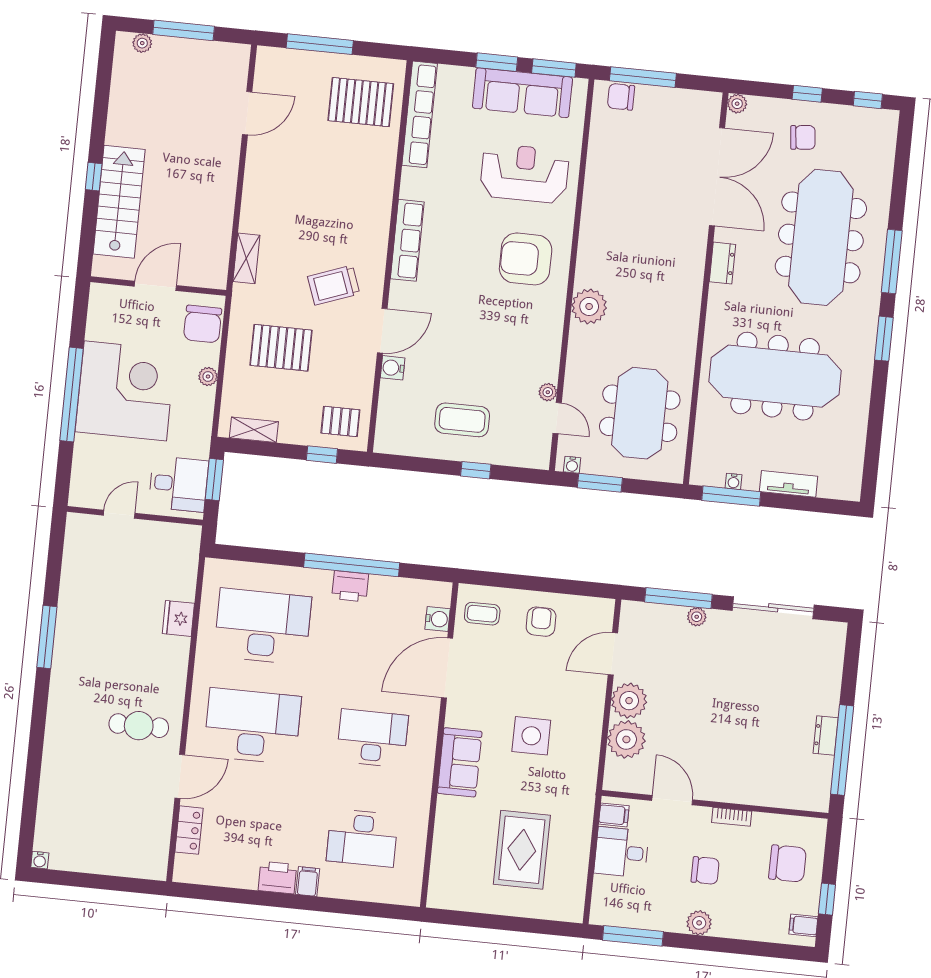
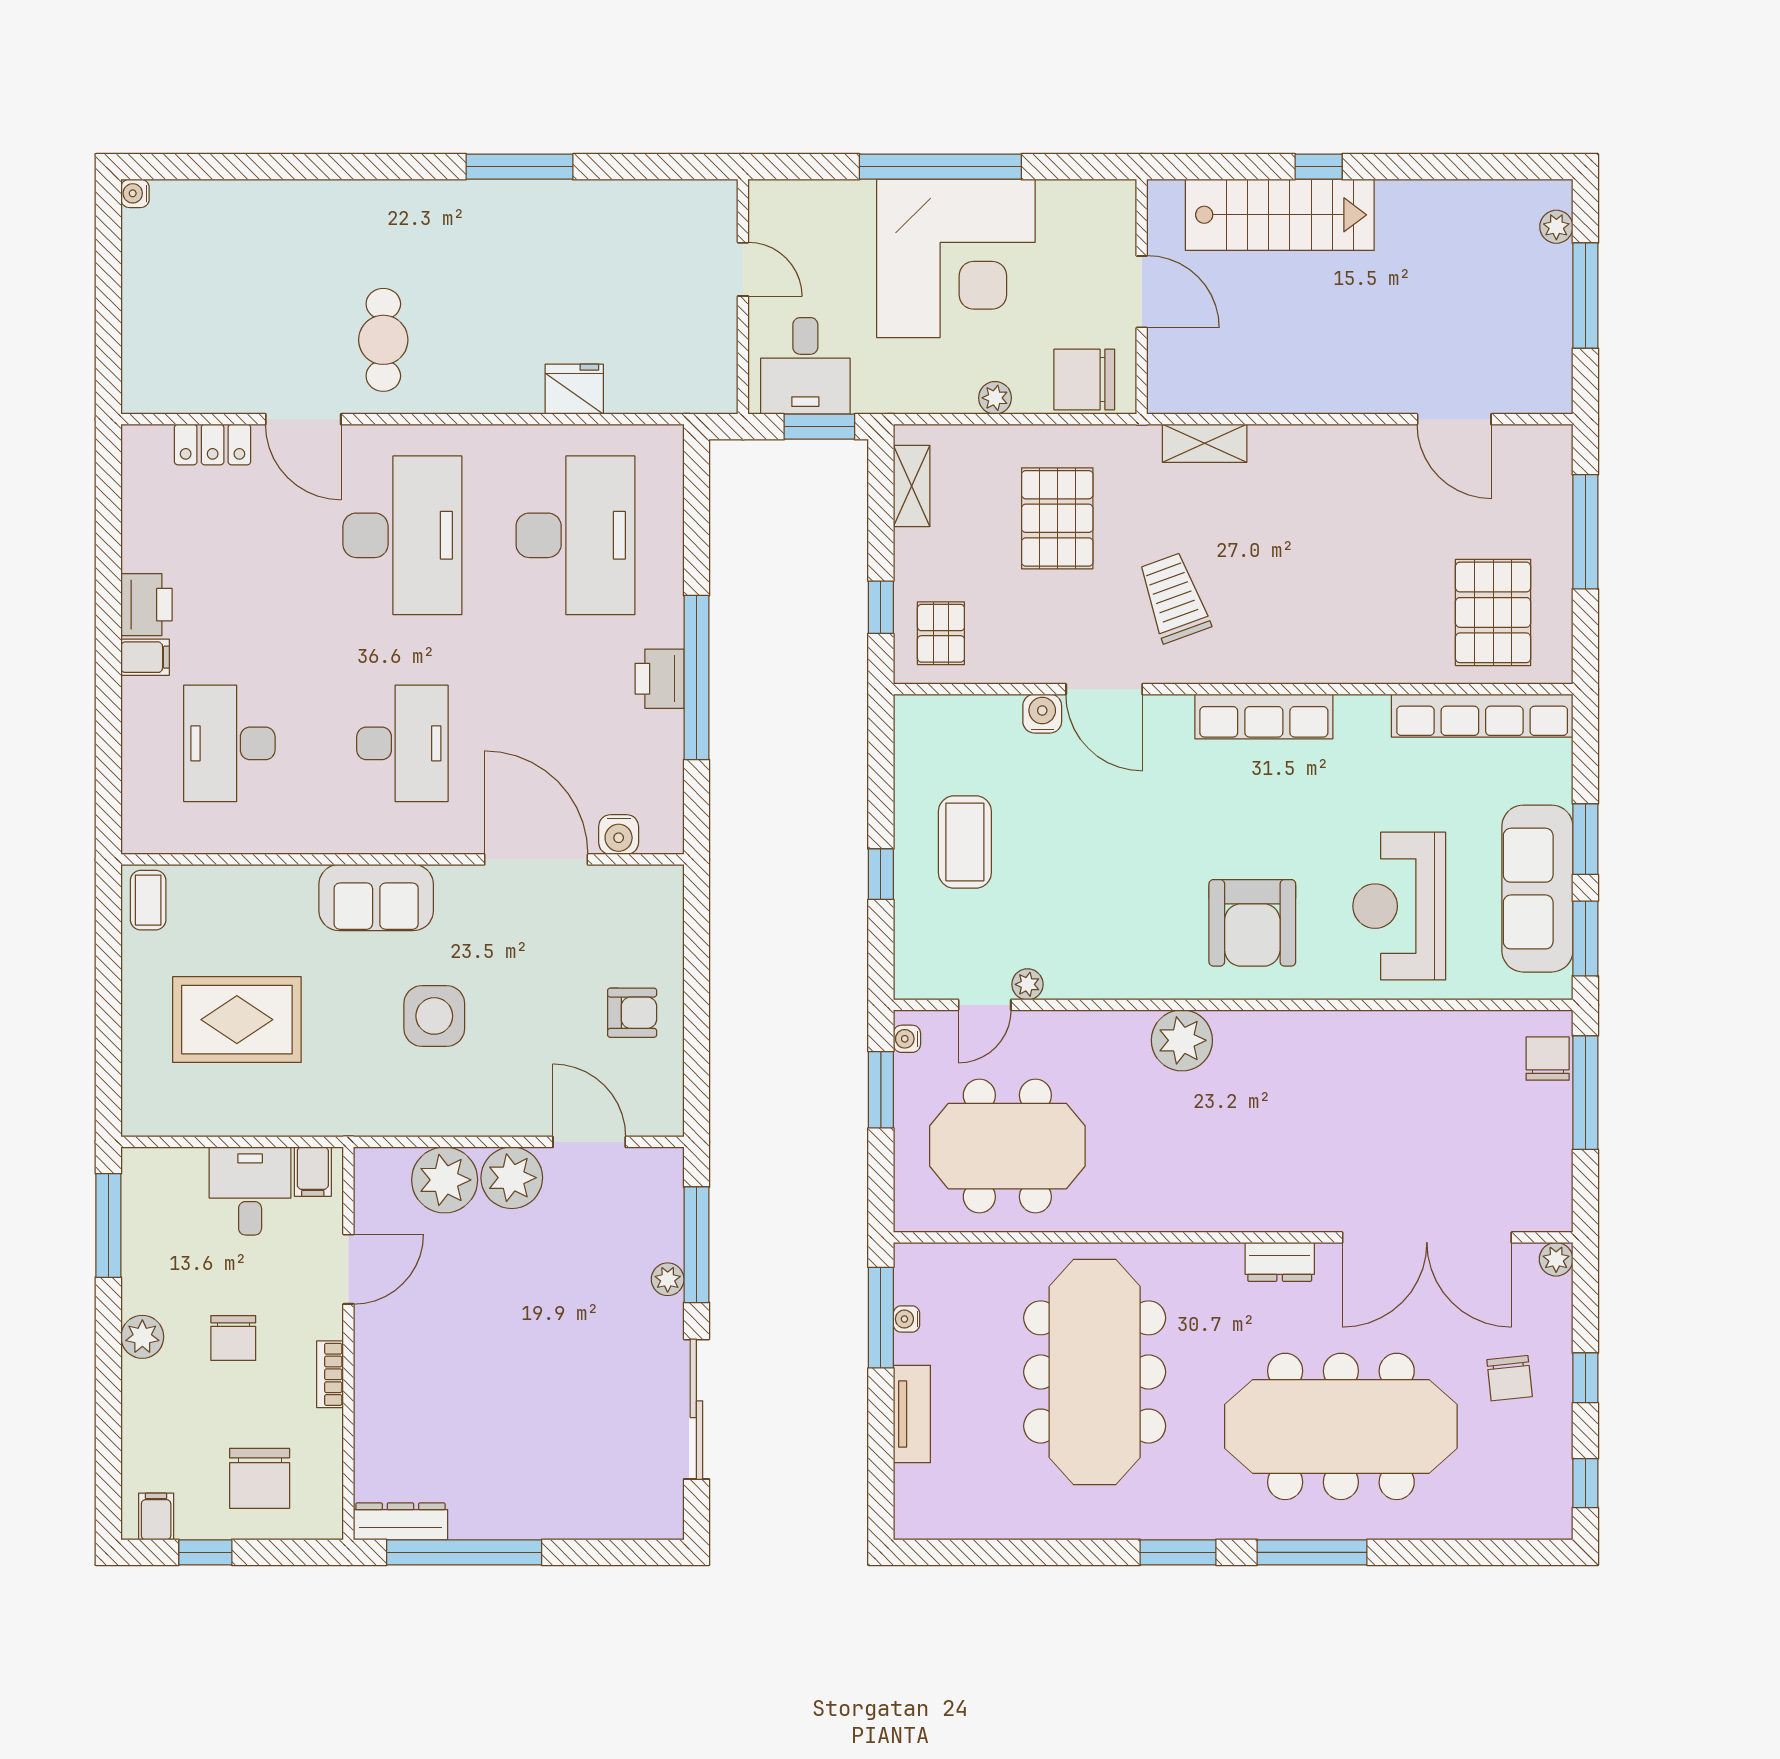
reception desk: (524, 173) -> (1399, 906), turned 180
armchair: (526, 259) -> (1252, 923), turned 180
coffee table: (482, 614) -> (148, 900), moved
dresser: (826, 735) -> (400, 1521), moved, width x1.44

